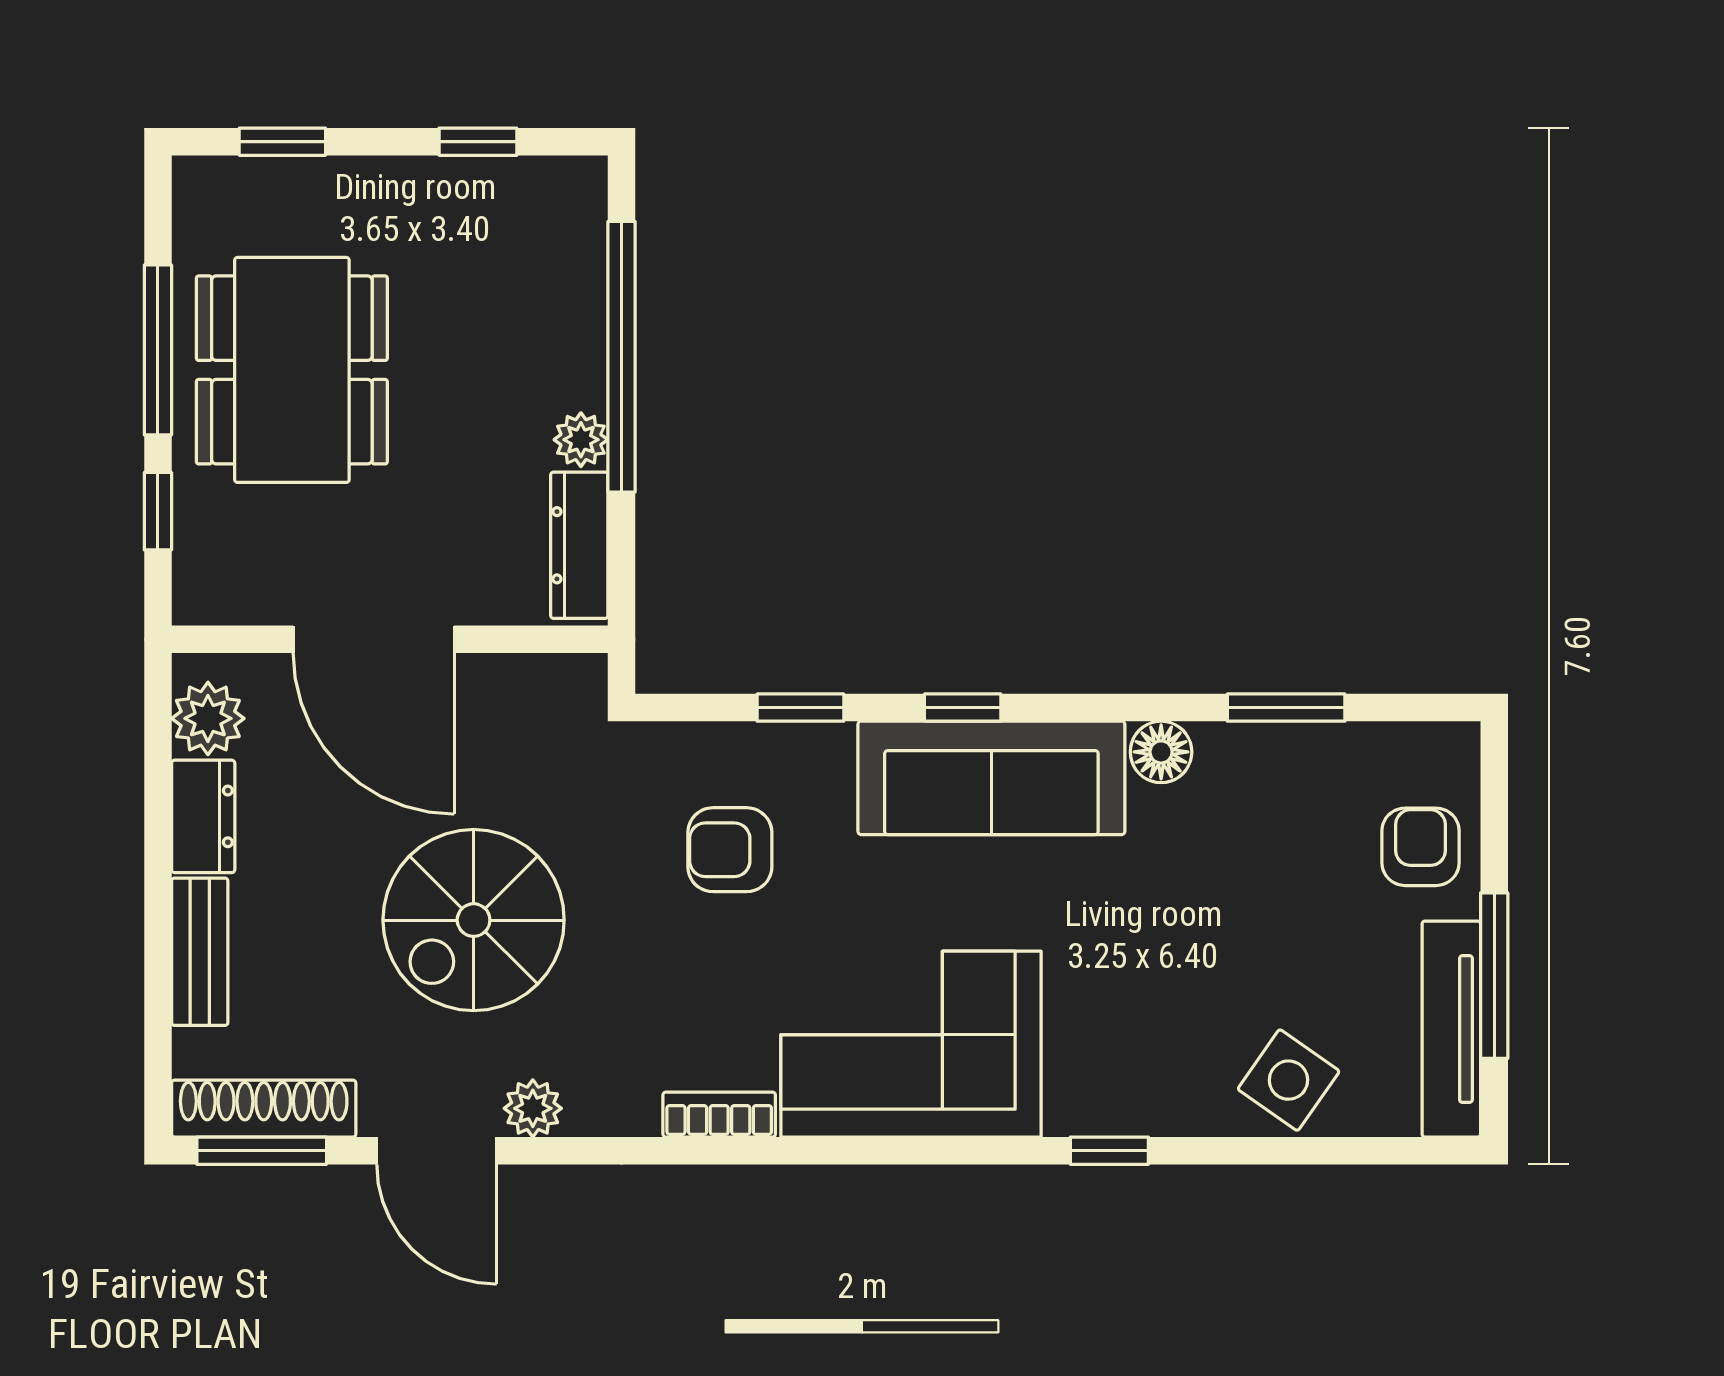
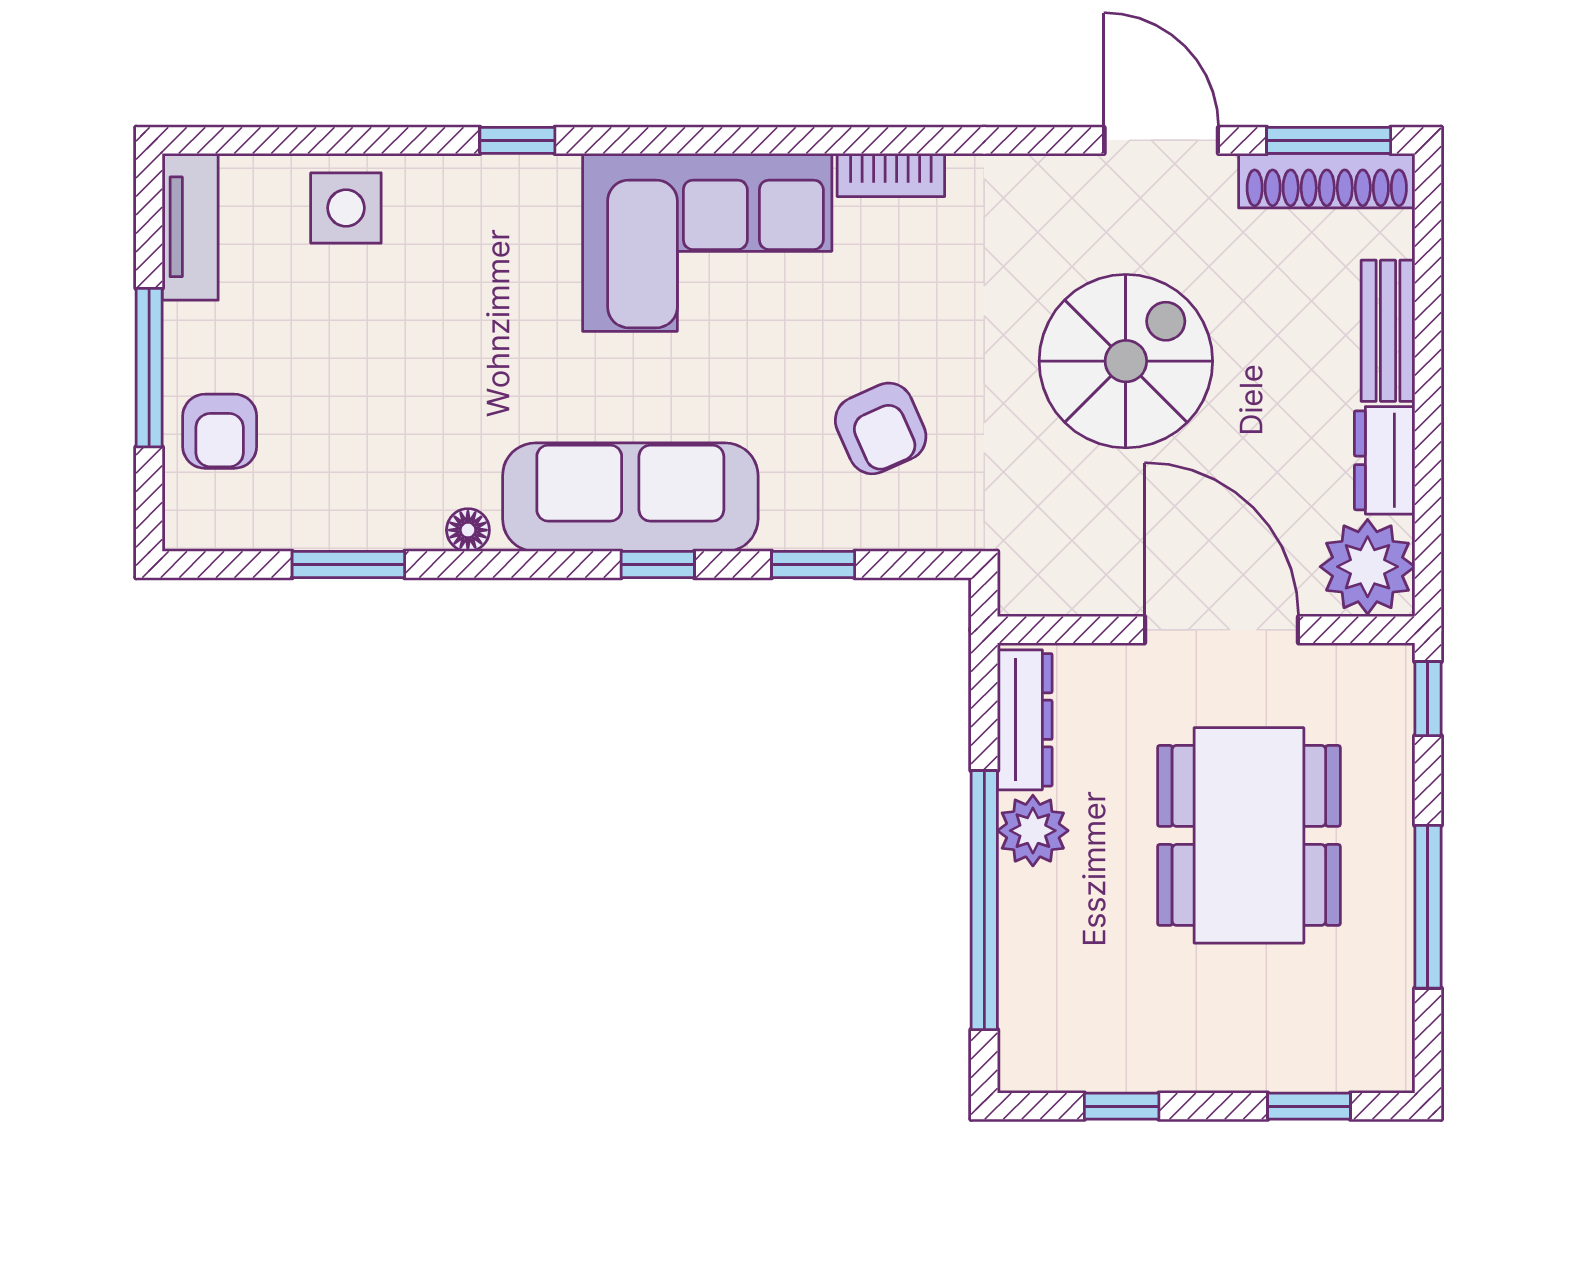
dining table: (292, 370) -> (1249, 835), moved
plant: (581, 440) -> (1033, 831), width x1.38, depth x1.38
window: (158, 511) -> (1428, 699), moved
plant: (208, 718) -> (1368, 567), width x1.36, depth x1.36
floor lamp: (1161, 752) -> (468, 530), width x0.73, depth x0.73
armchair: (730, 850) -> (881, 428), turned 66
window: (1494, 976) -> (149, 368), moved
tv unit: (1451, 1029) -> (190, 227), width x0.71
side table: (1289, 1080) -> (346, 208), turned -35
plant: (533, 1108) -> (1069, 181), removed

